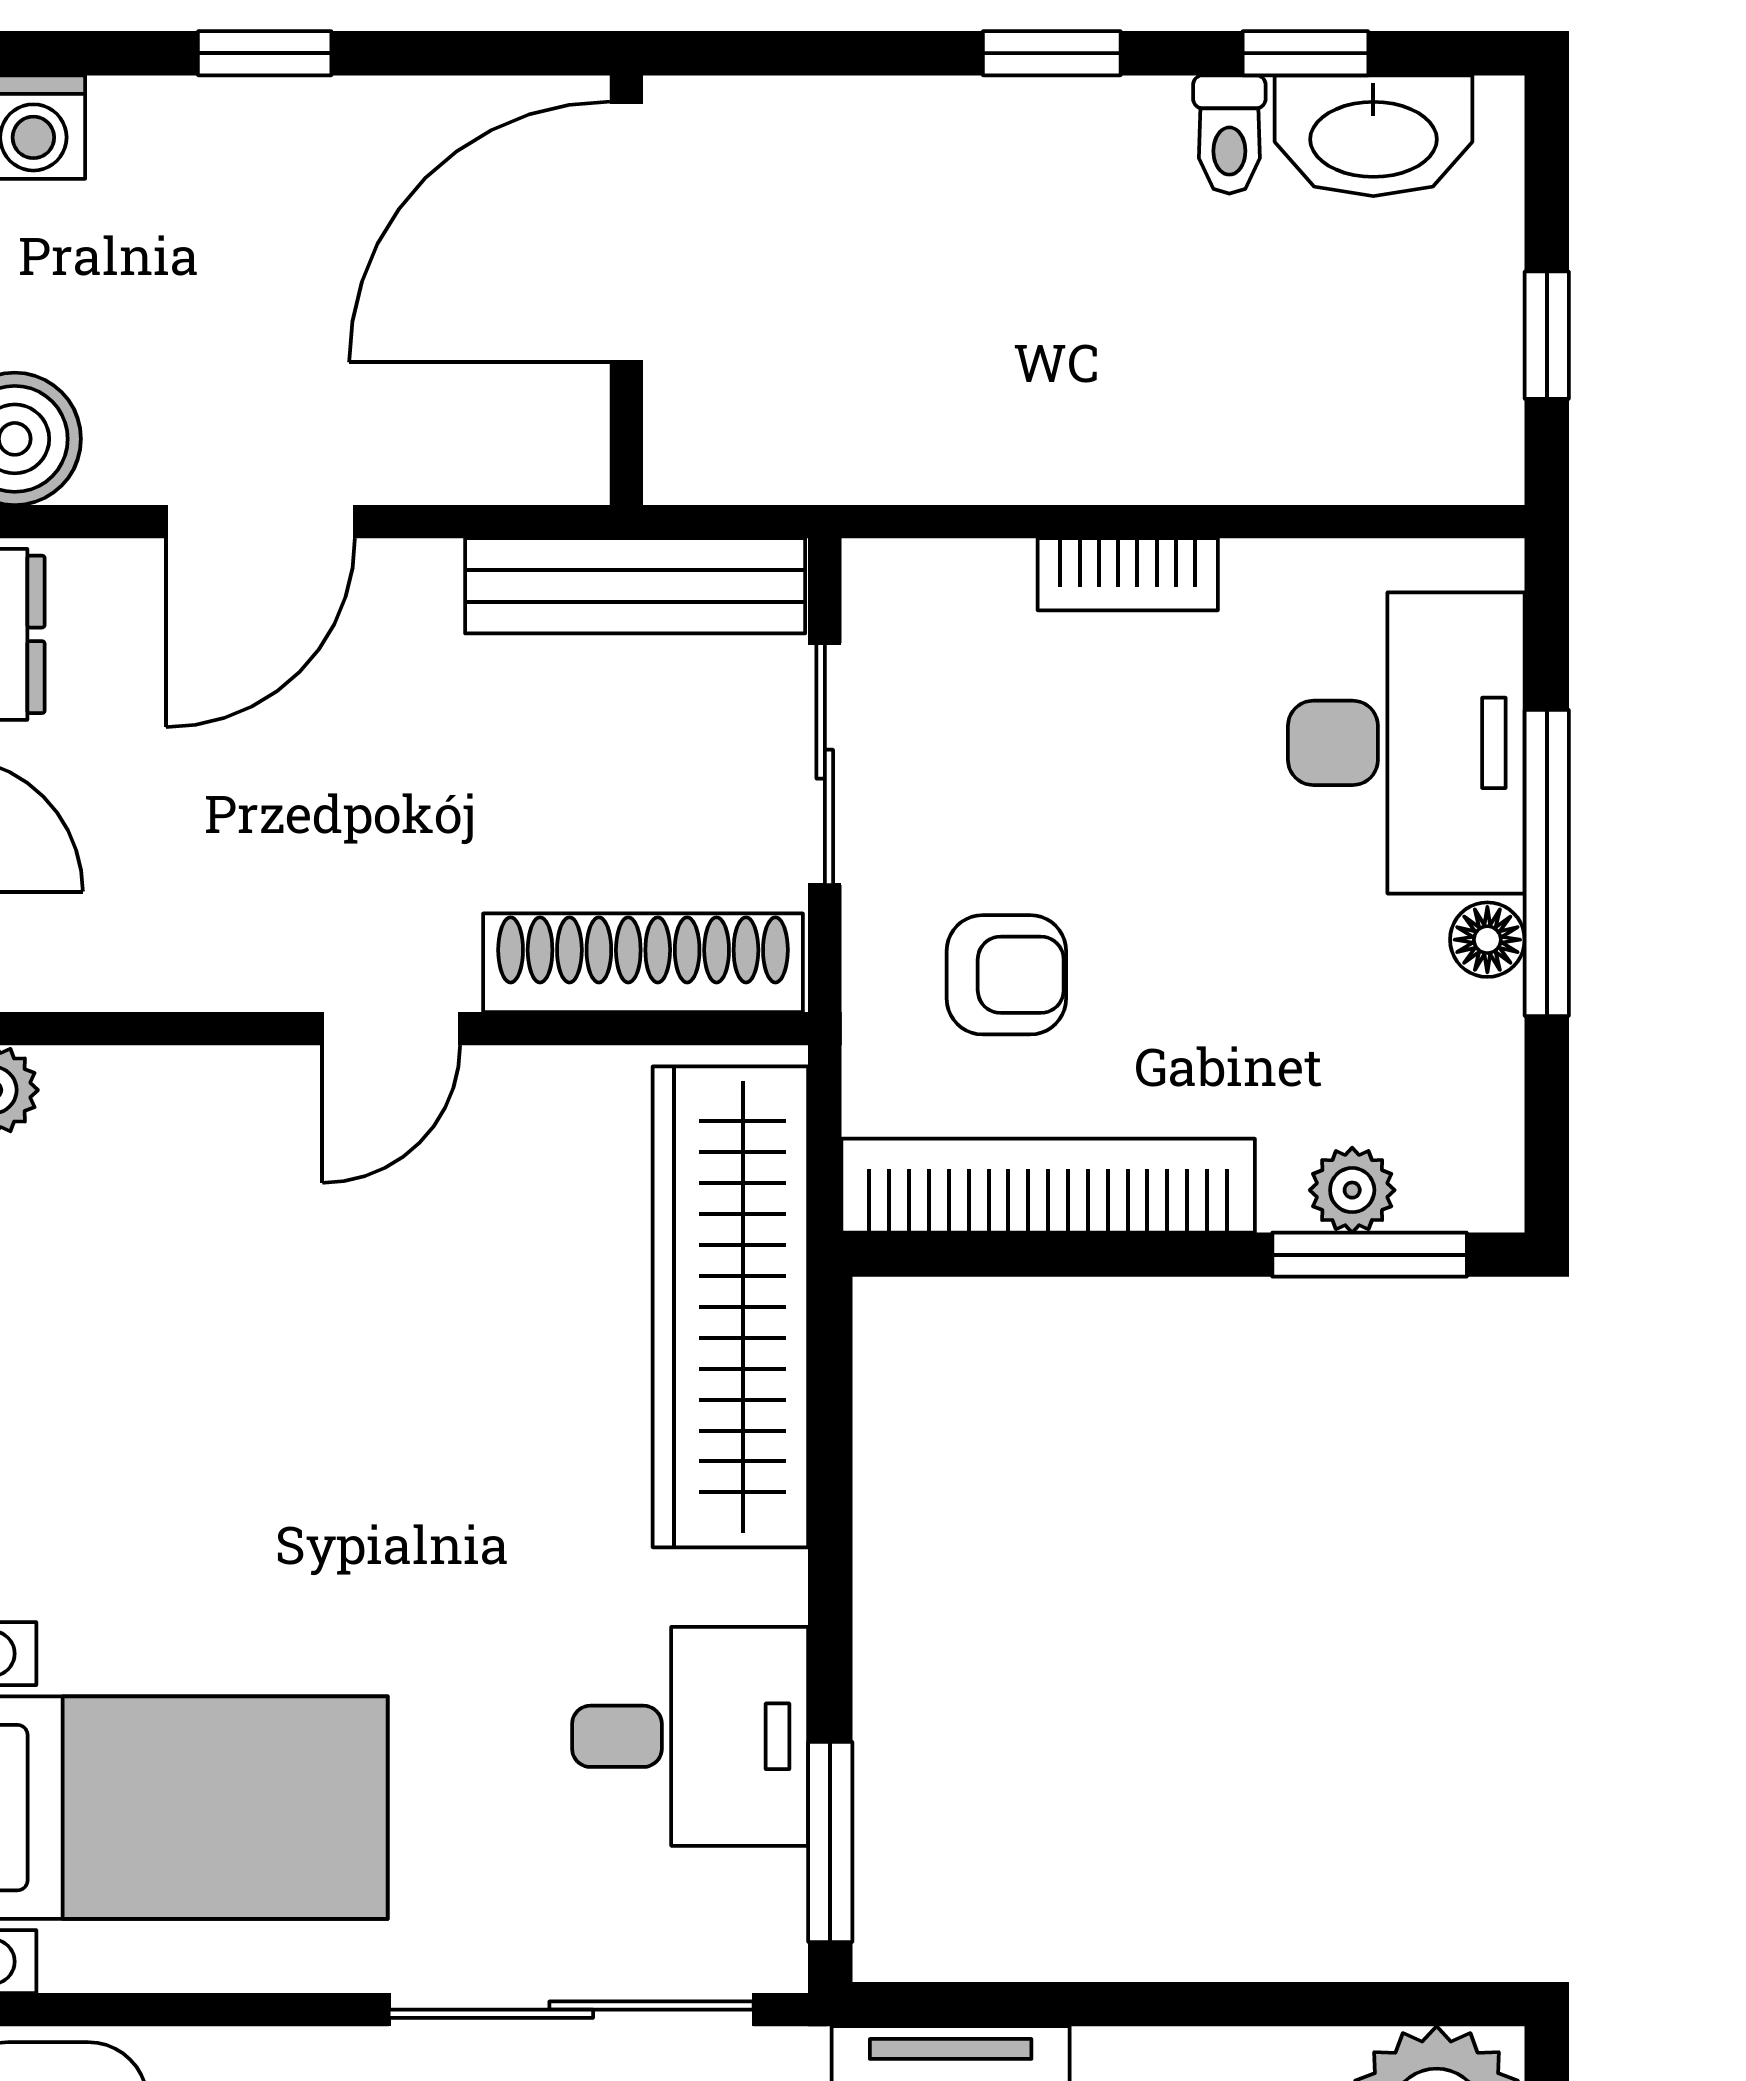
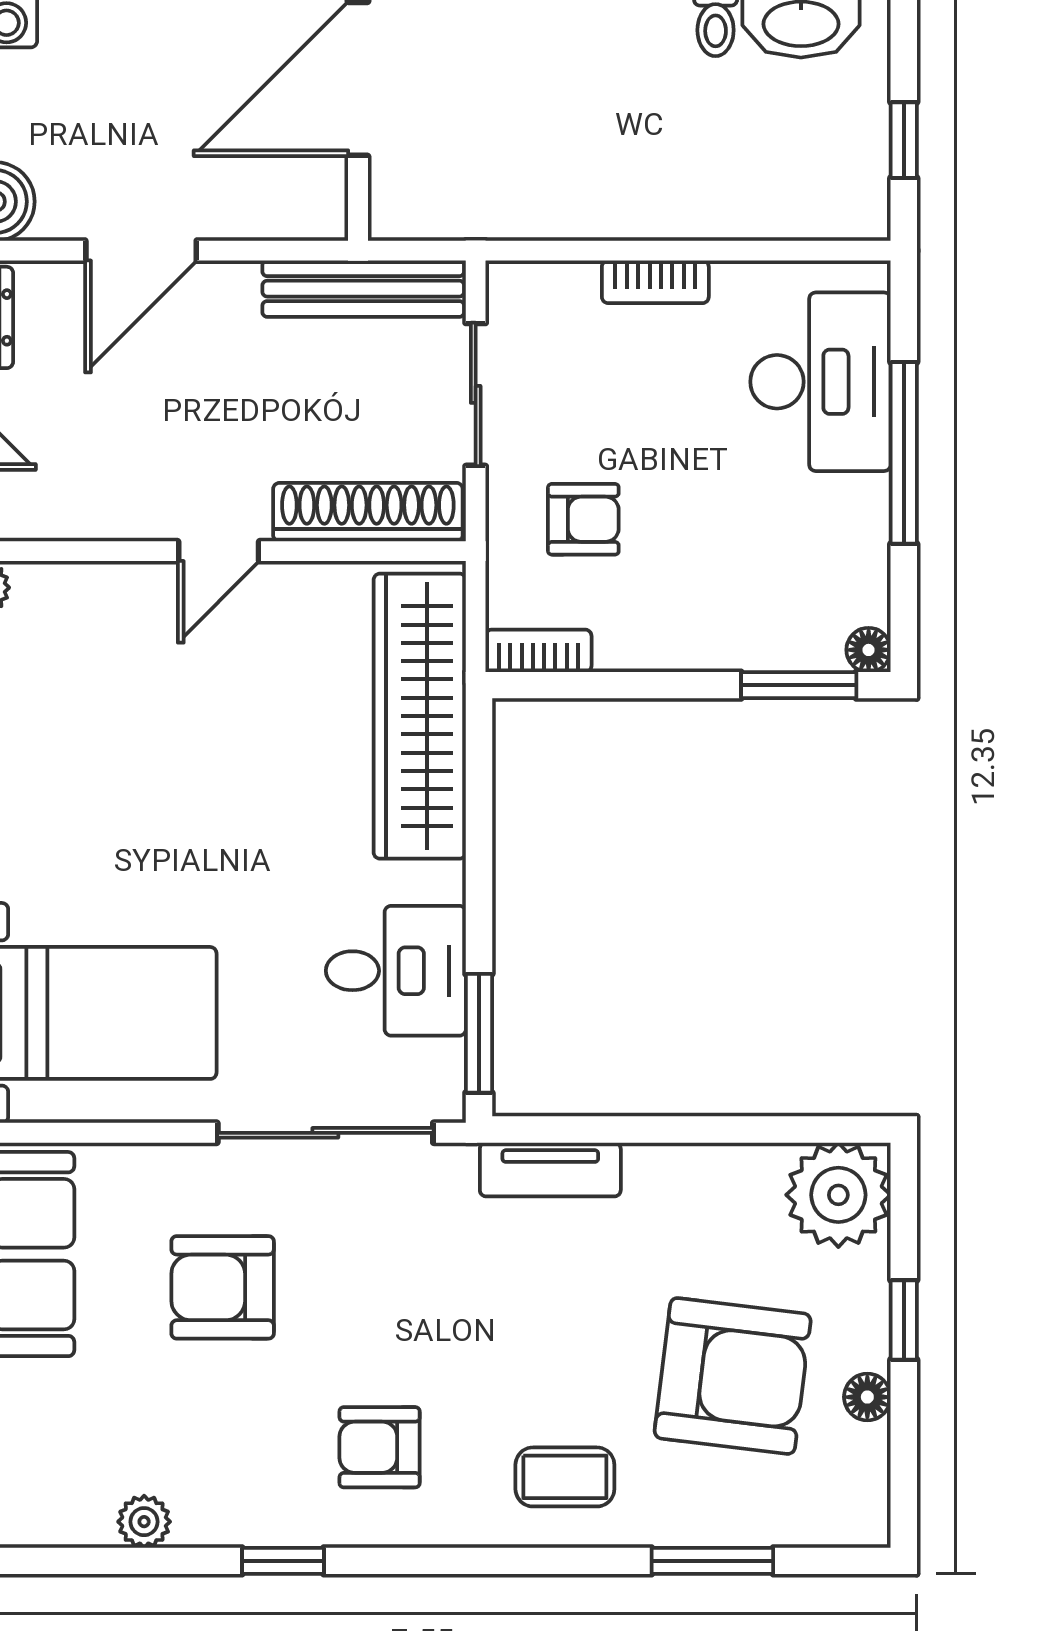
floor lamp: (1487, 940) -> (869, 650), moved
bookcase: (1048, 1186) -> (538, 651), width x0.43, depth x0.76
plant: (1352, 1190) -> (788, 647), removed

